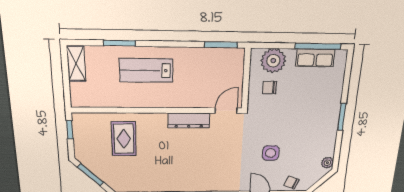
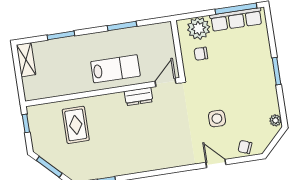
window: (221, 45) -> (122, 26), moved
row of seats: (315, 58) -> (236, 19), width x1.48
lab bench: (146, 70) -> (115, 69), moved, turned 180
dresser: (189, 120) -> (139, 97), width x0.70

